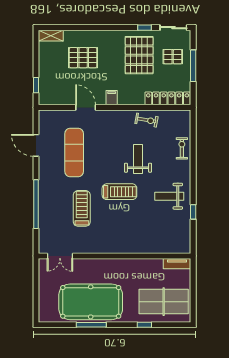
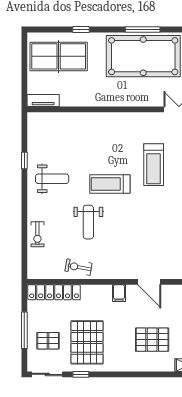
exercise mat: (74, 153) -> (162, 229), removed

